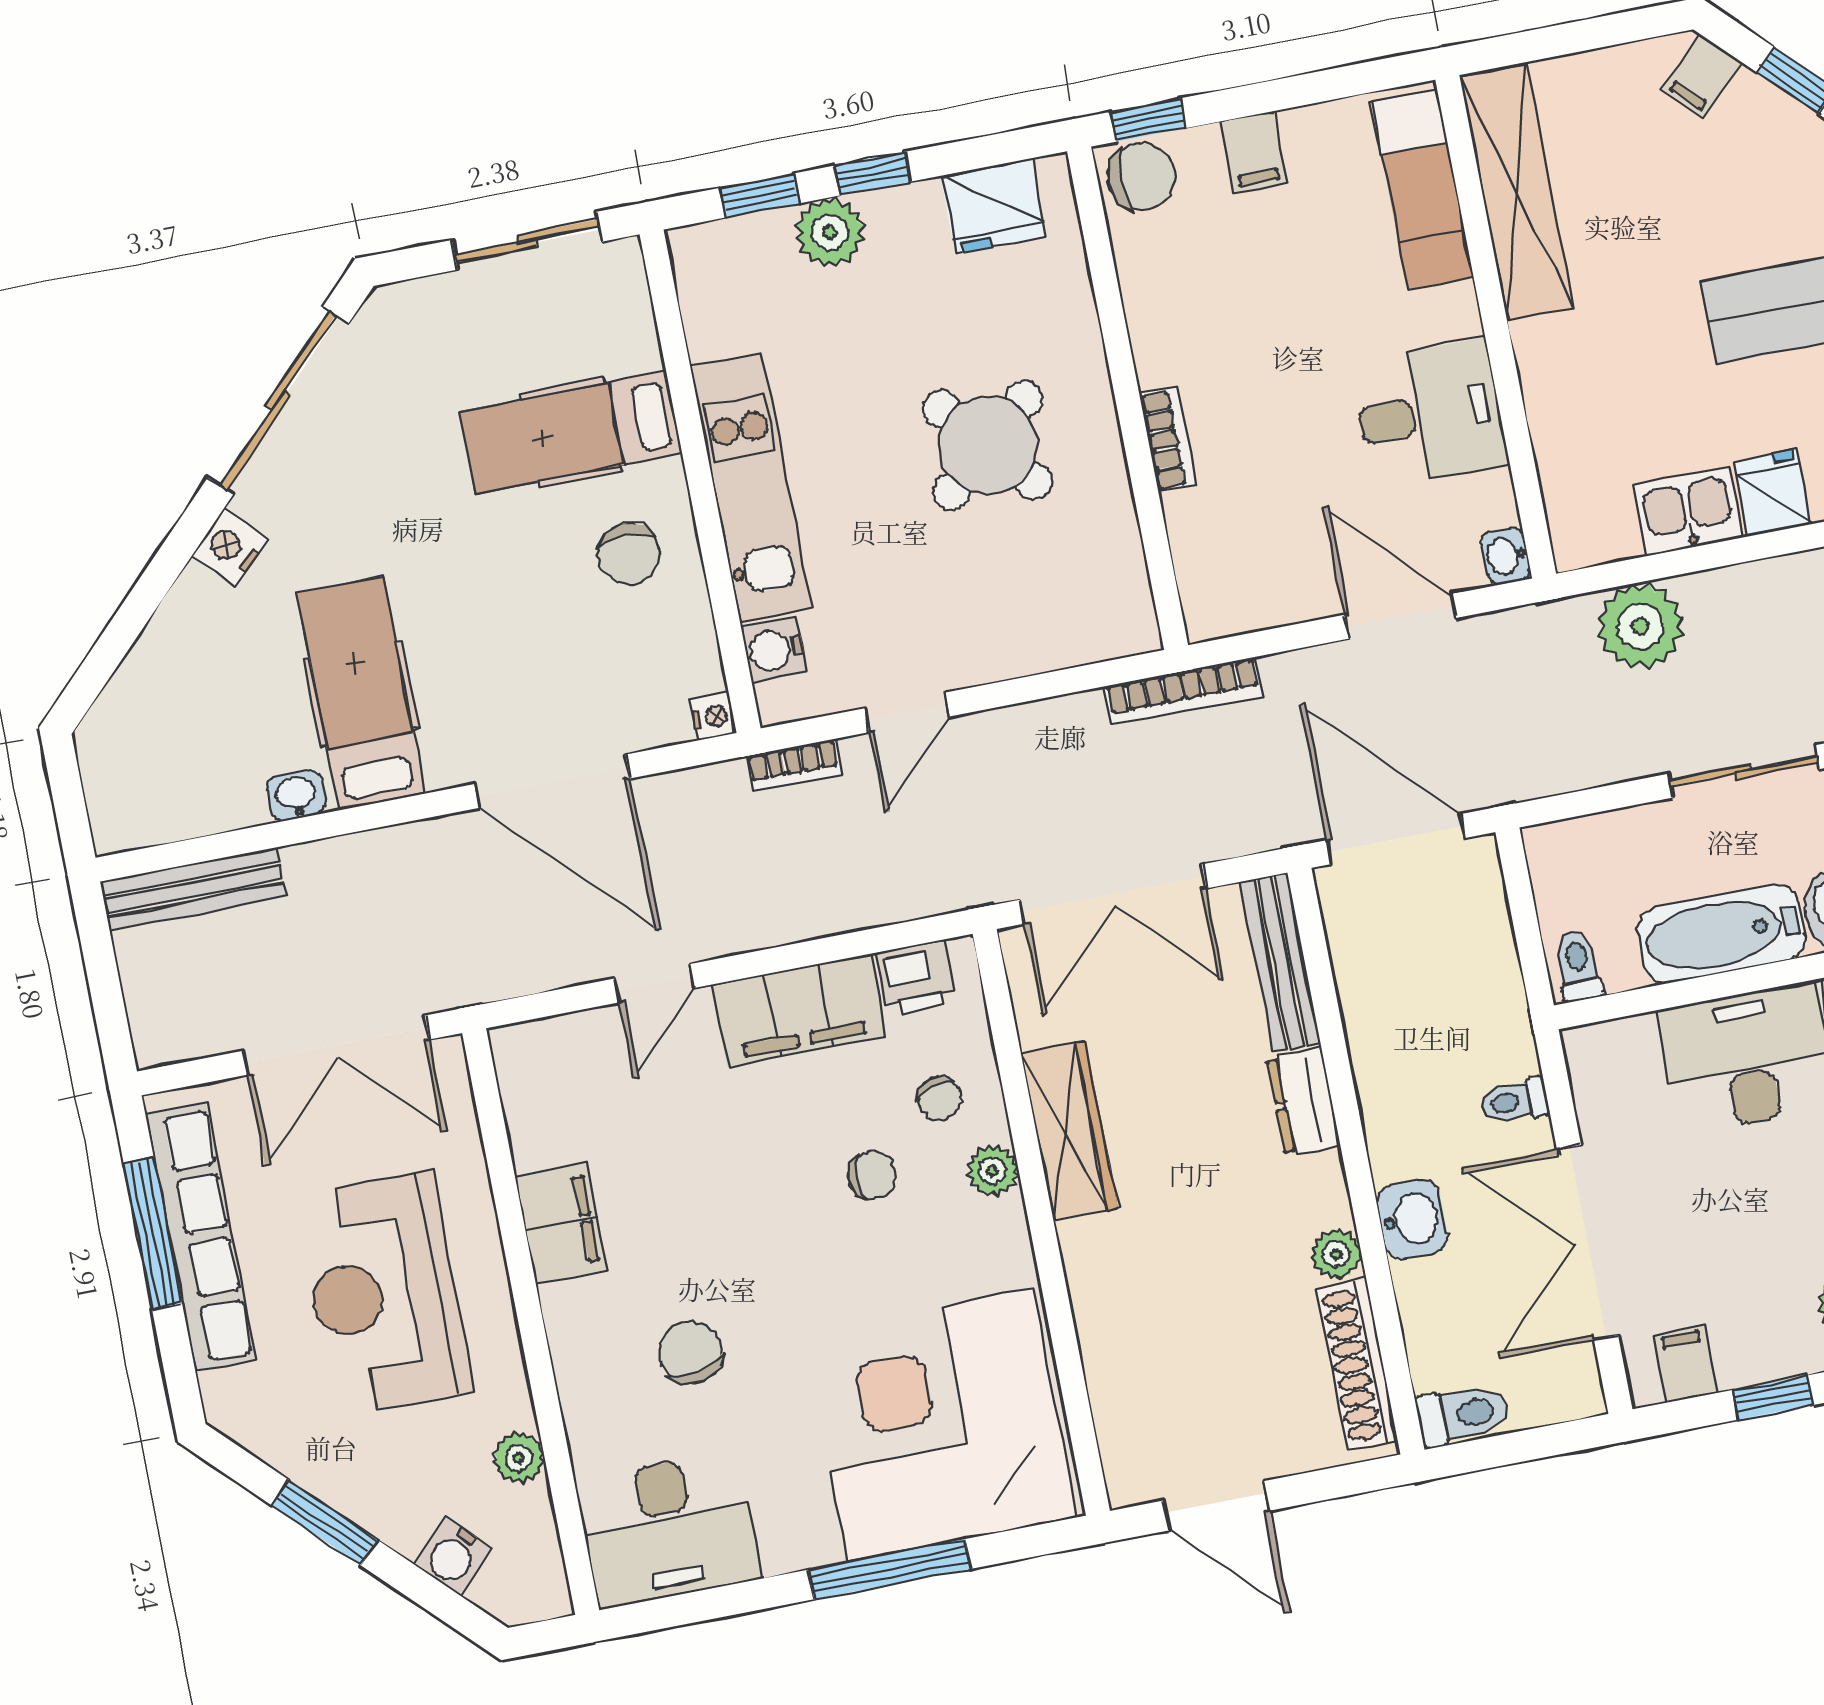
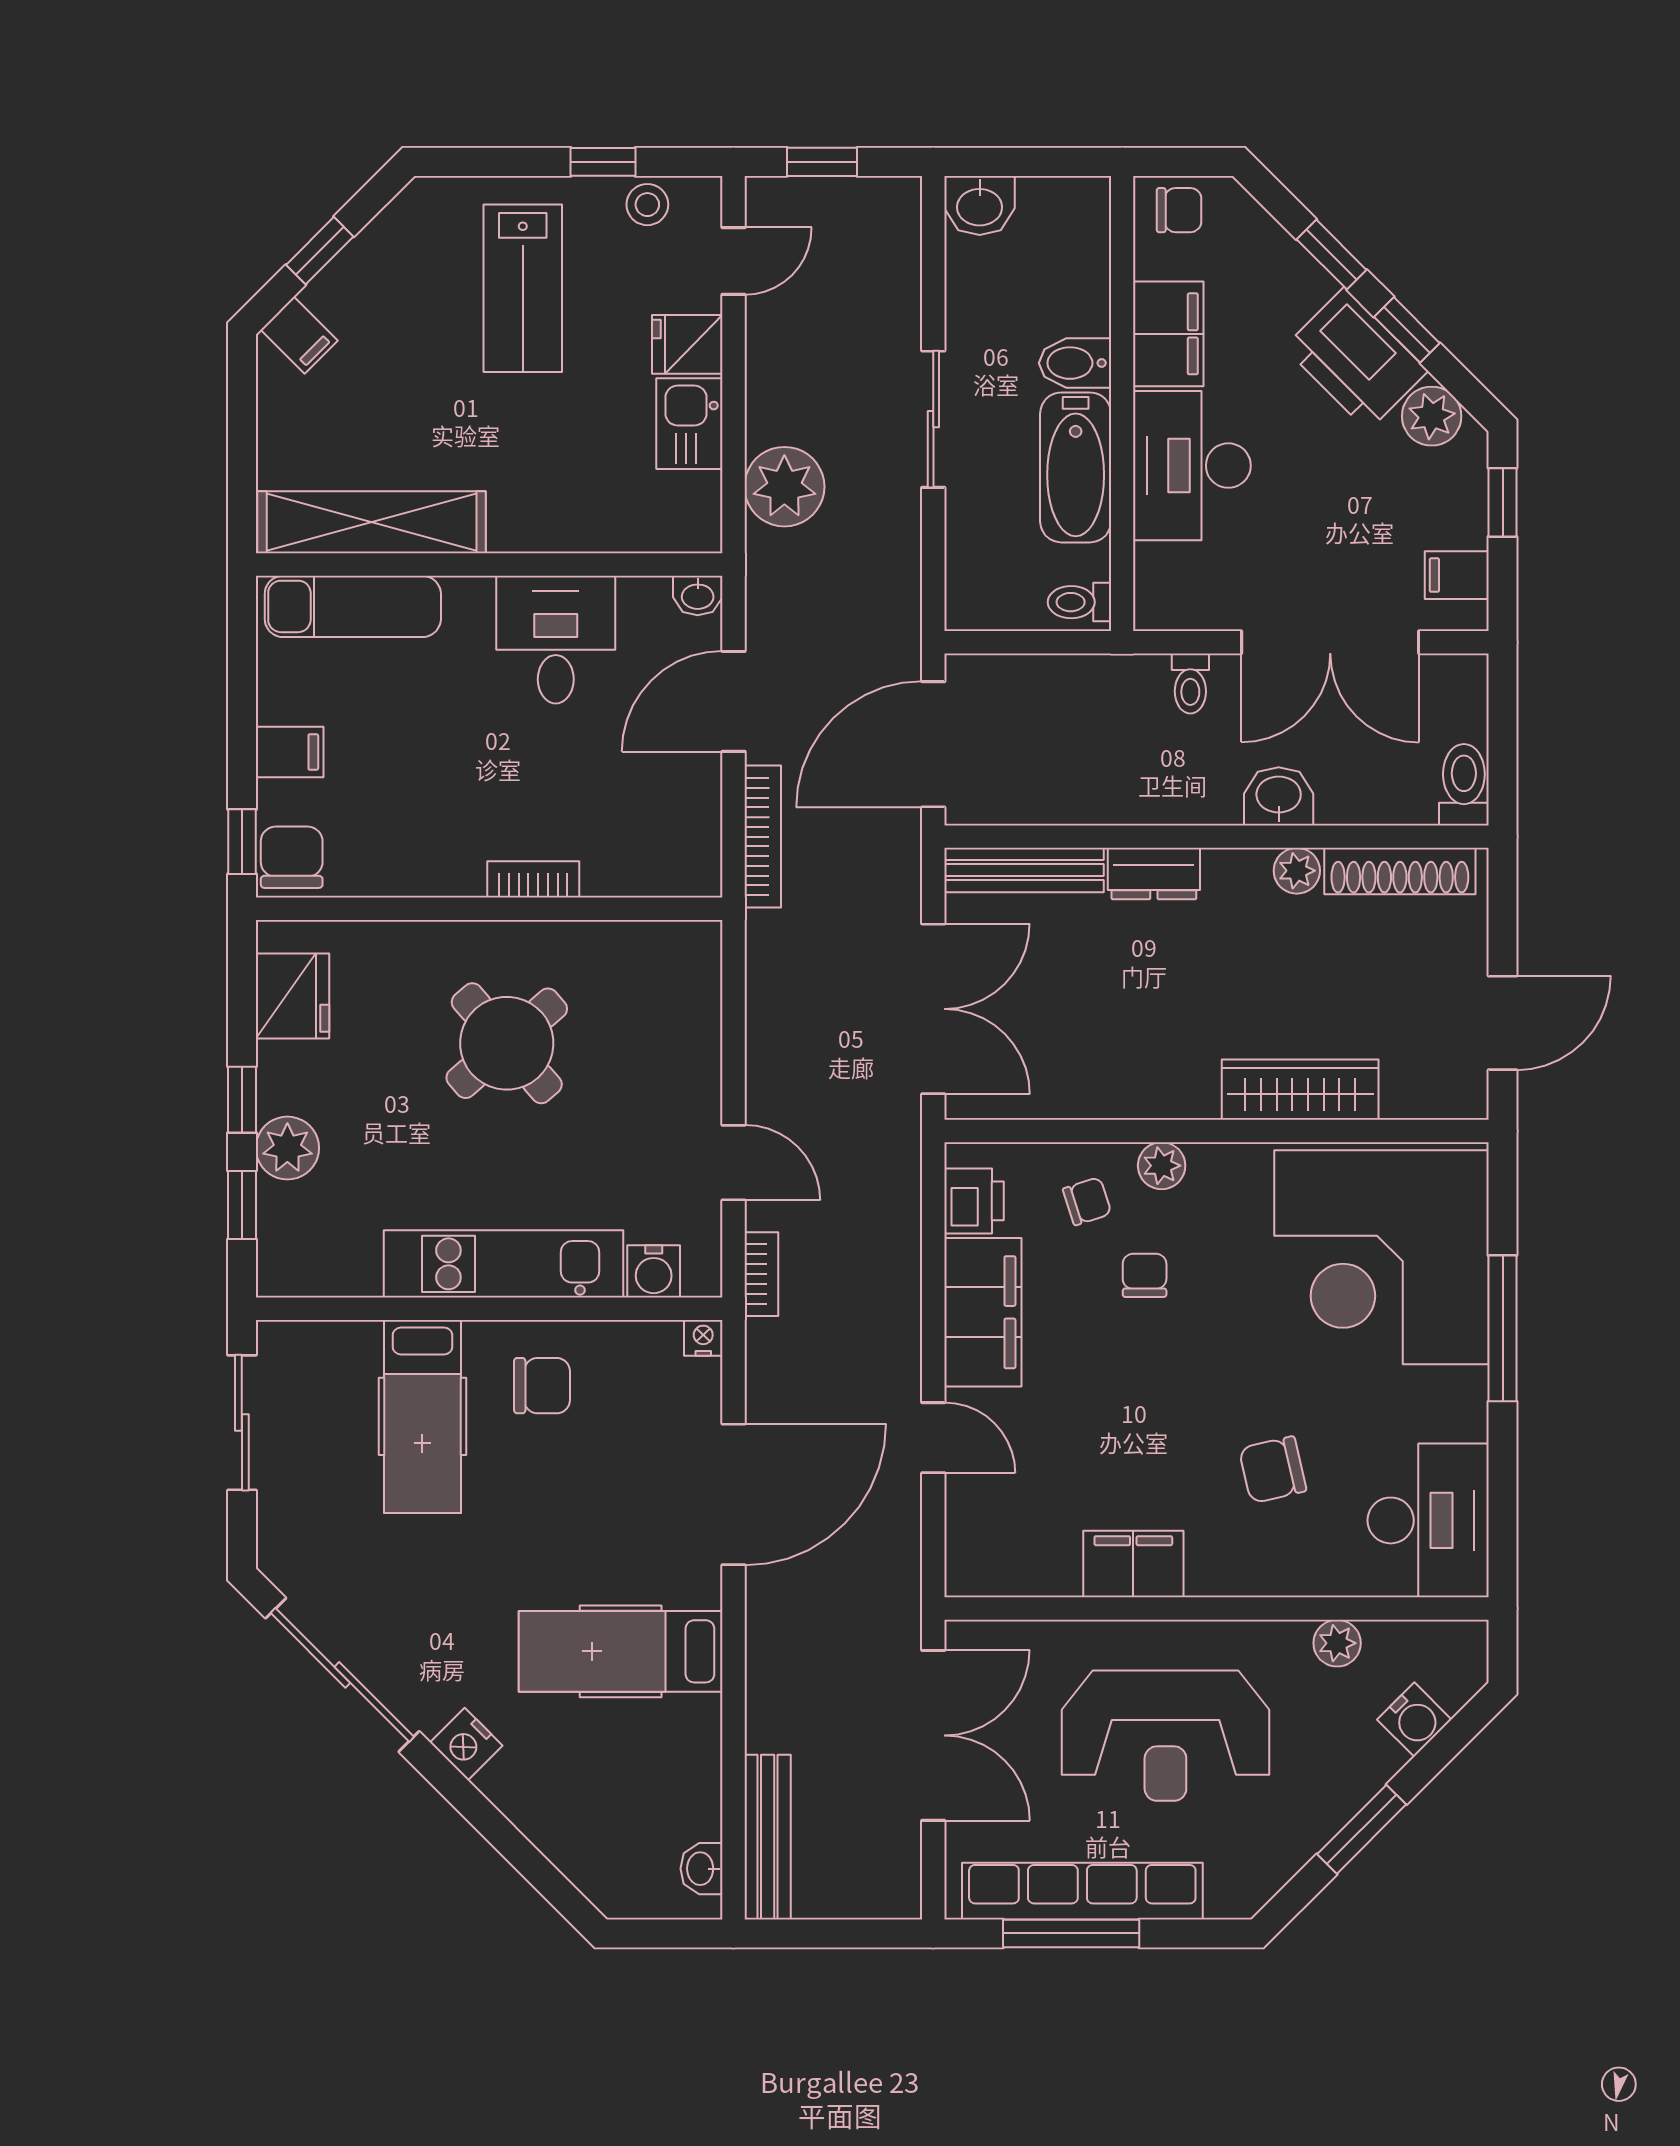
bookcase: (1183, 691) -> (763, 837), moved
washbasin: (296, 796) -> (701, 1869), moved
wardrobe: (1069, 1131) -> (1300, 1090), moved

